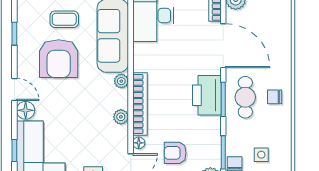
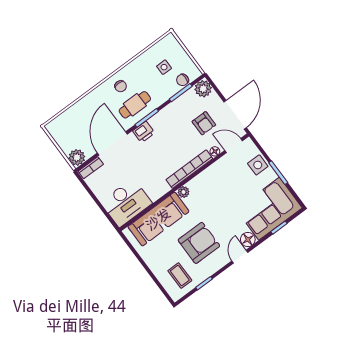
coffee table: (64, 19) -> (180, 276), moved
printer: (207, 95) -> (144, 132), width x0.53, depth x0.68
plant: (121, 117) -> (207, 175), removed

